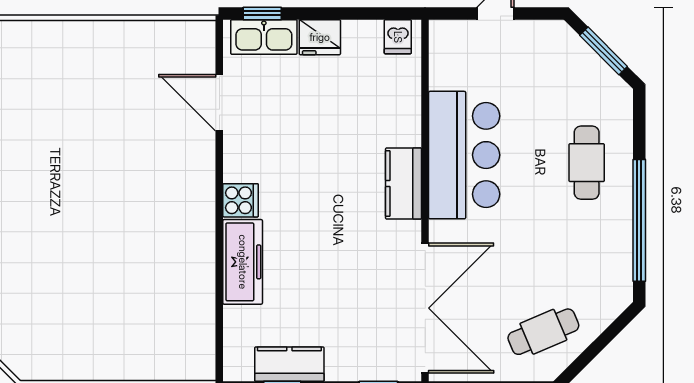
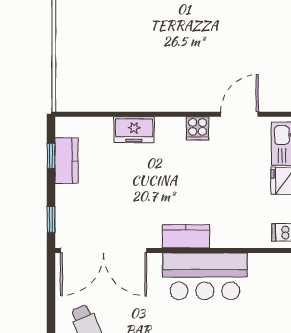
cooker: (241, 200) -> (198, 128), moved
freezer: (243, 262) -> (134, 130), width x0.71

